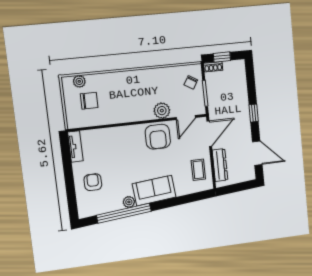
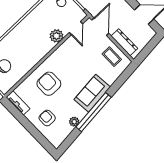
armchair: (158, 137) -> (49, 84), moved, turned 180
plant: (129, 202) -> (74, 122), moved
window: (124, 213) -> (94, 112), moved

